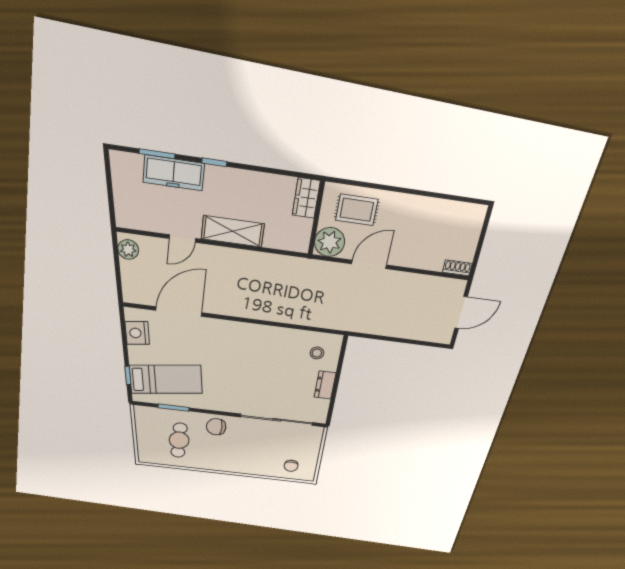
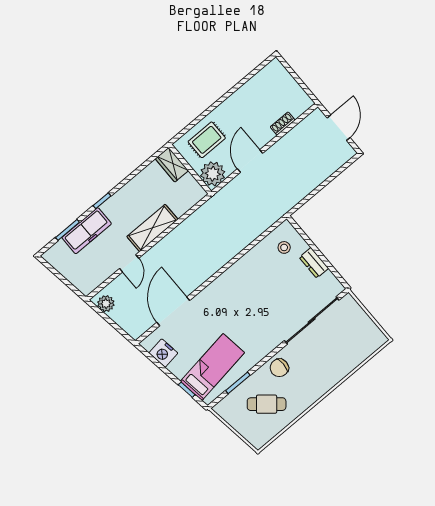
shoe rack: (457, 268) -> (283, 124), moved
cafe table: (179, 440) -> (267, 404), turned -50
chair: (291, 466) -> (360, 344), removed

